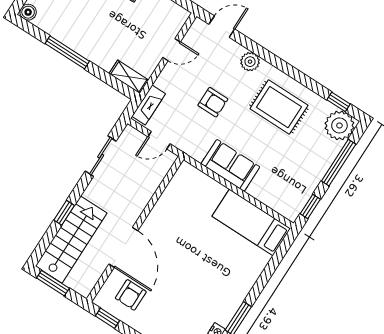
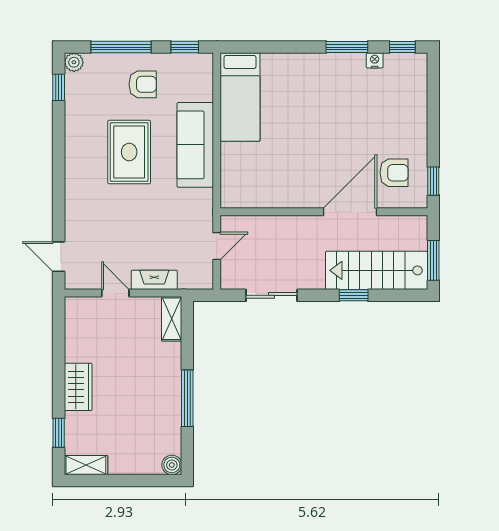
plant: (250, 62) -> (76, 205), removed
armchair: (213, 102) -> (143, 84), moved, turned 90
fireplace: (149, 105) -> (154, 280), moved
rug: (279, 107) -> (129, 152), moved
plant: (339, 125) -> (74, 62), width x0.53, depth x0.53
door: (159, 140) -> (217, 246), hinge flipped
sofa: (230, 165) -> (195, 145), width x1.36

